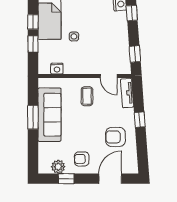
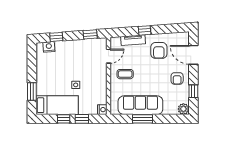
nightstand: (57, 69) -> (102, 110), moved
tv unit: (127, 93) -> (133, 40), moved
plant: (58, 167) -> (183, 109), moved

